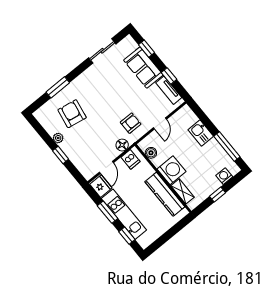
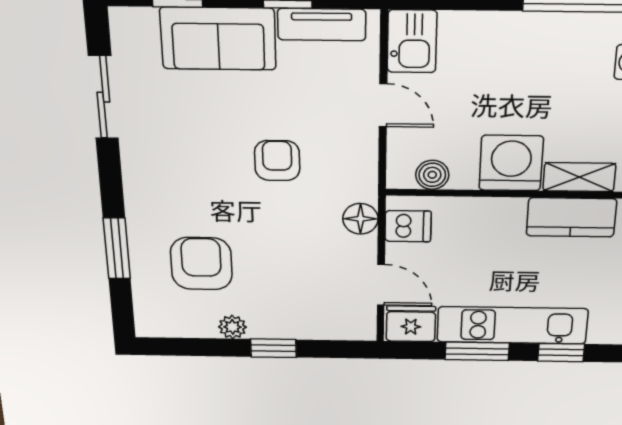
armchair: (72, 114) -> (201, 264), turned 80
armchair: (131, 123) -> (277, 161), moved
kitchen sink: (201, 133) -> (412, 41), moved, turned -90
kitchen counter: (165, 194) -> (571, 217), width x0.67

